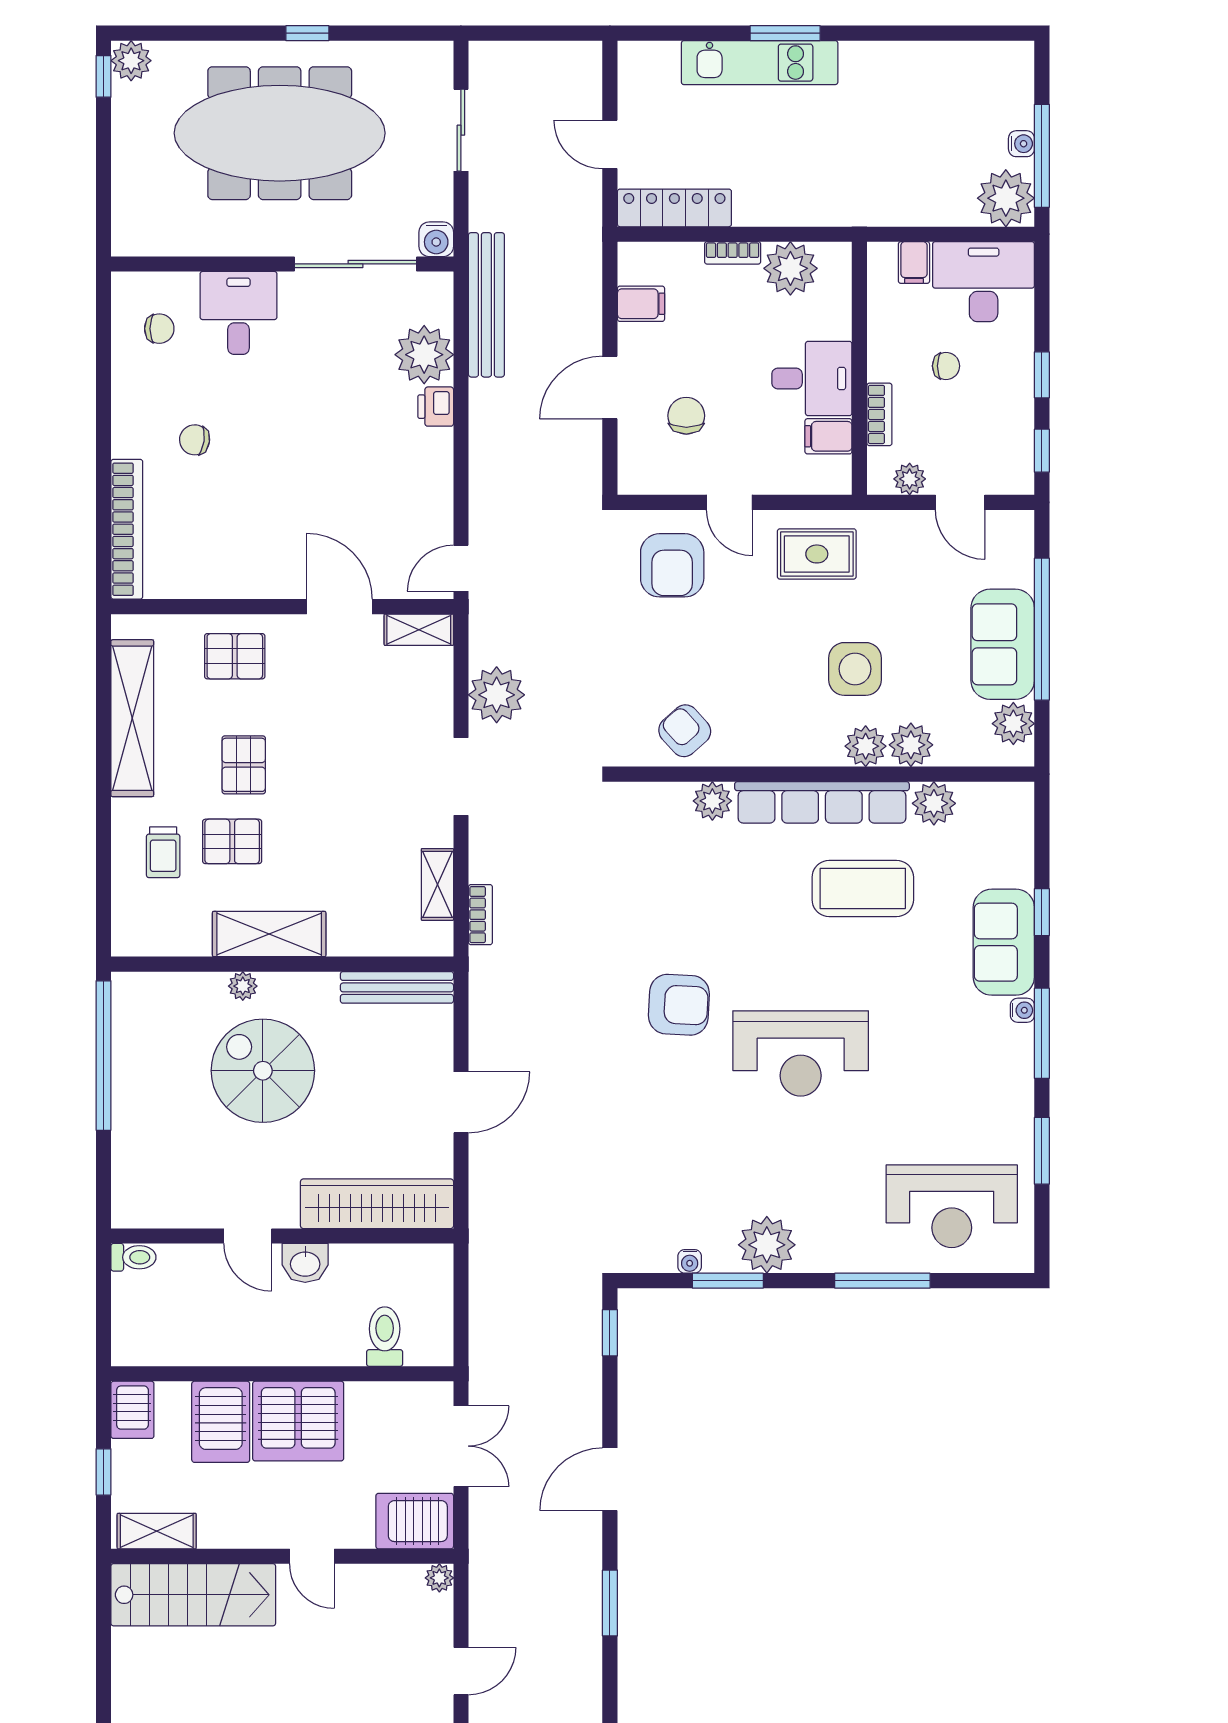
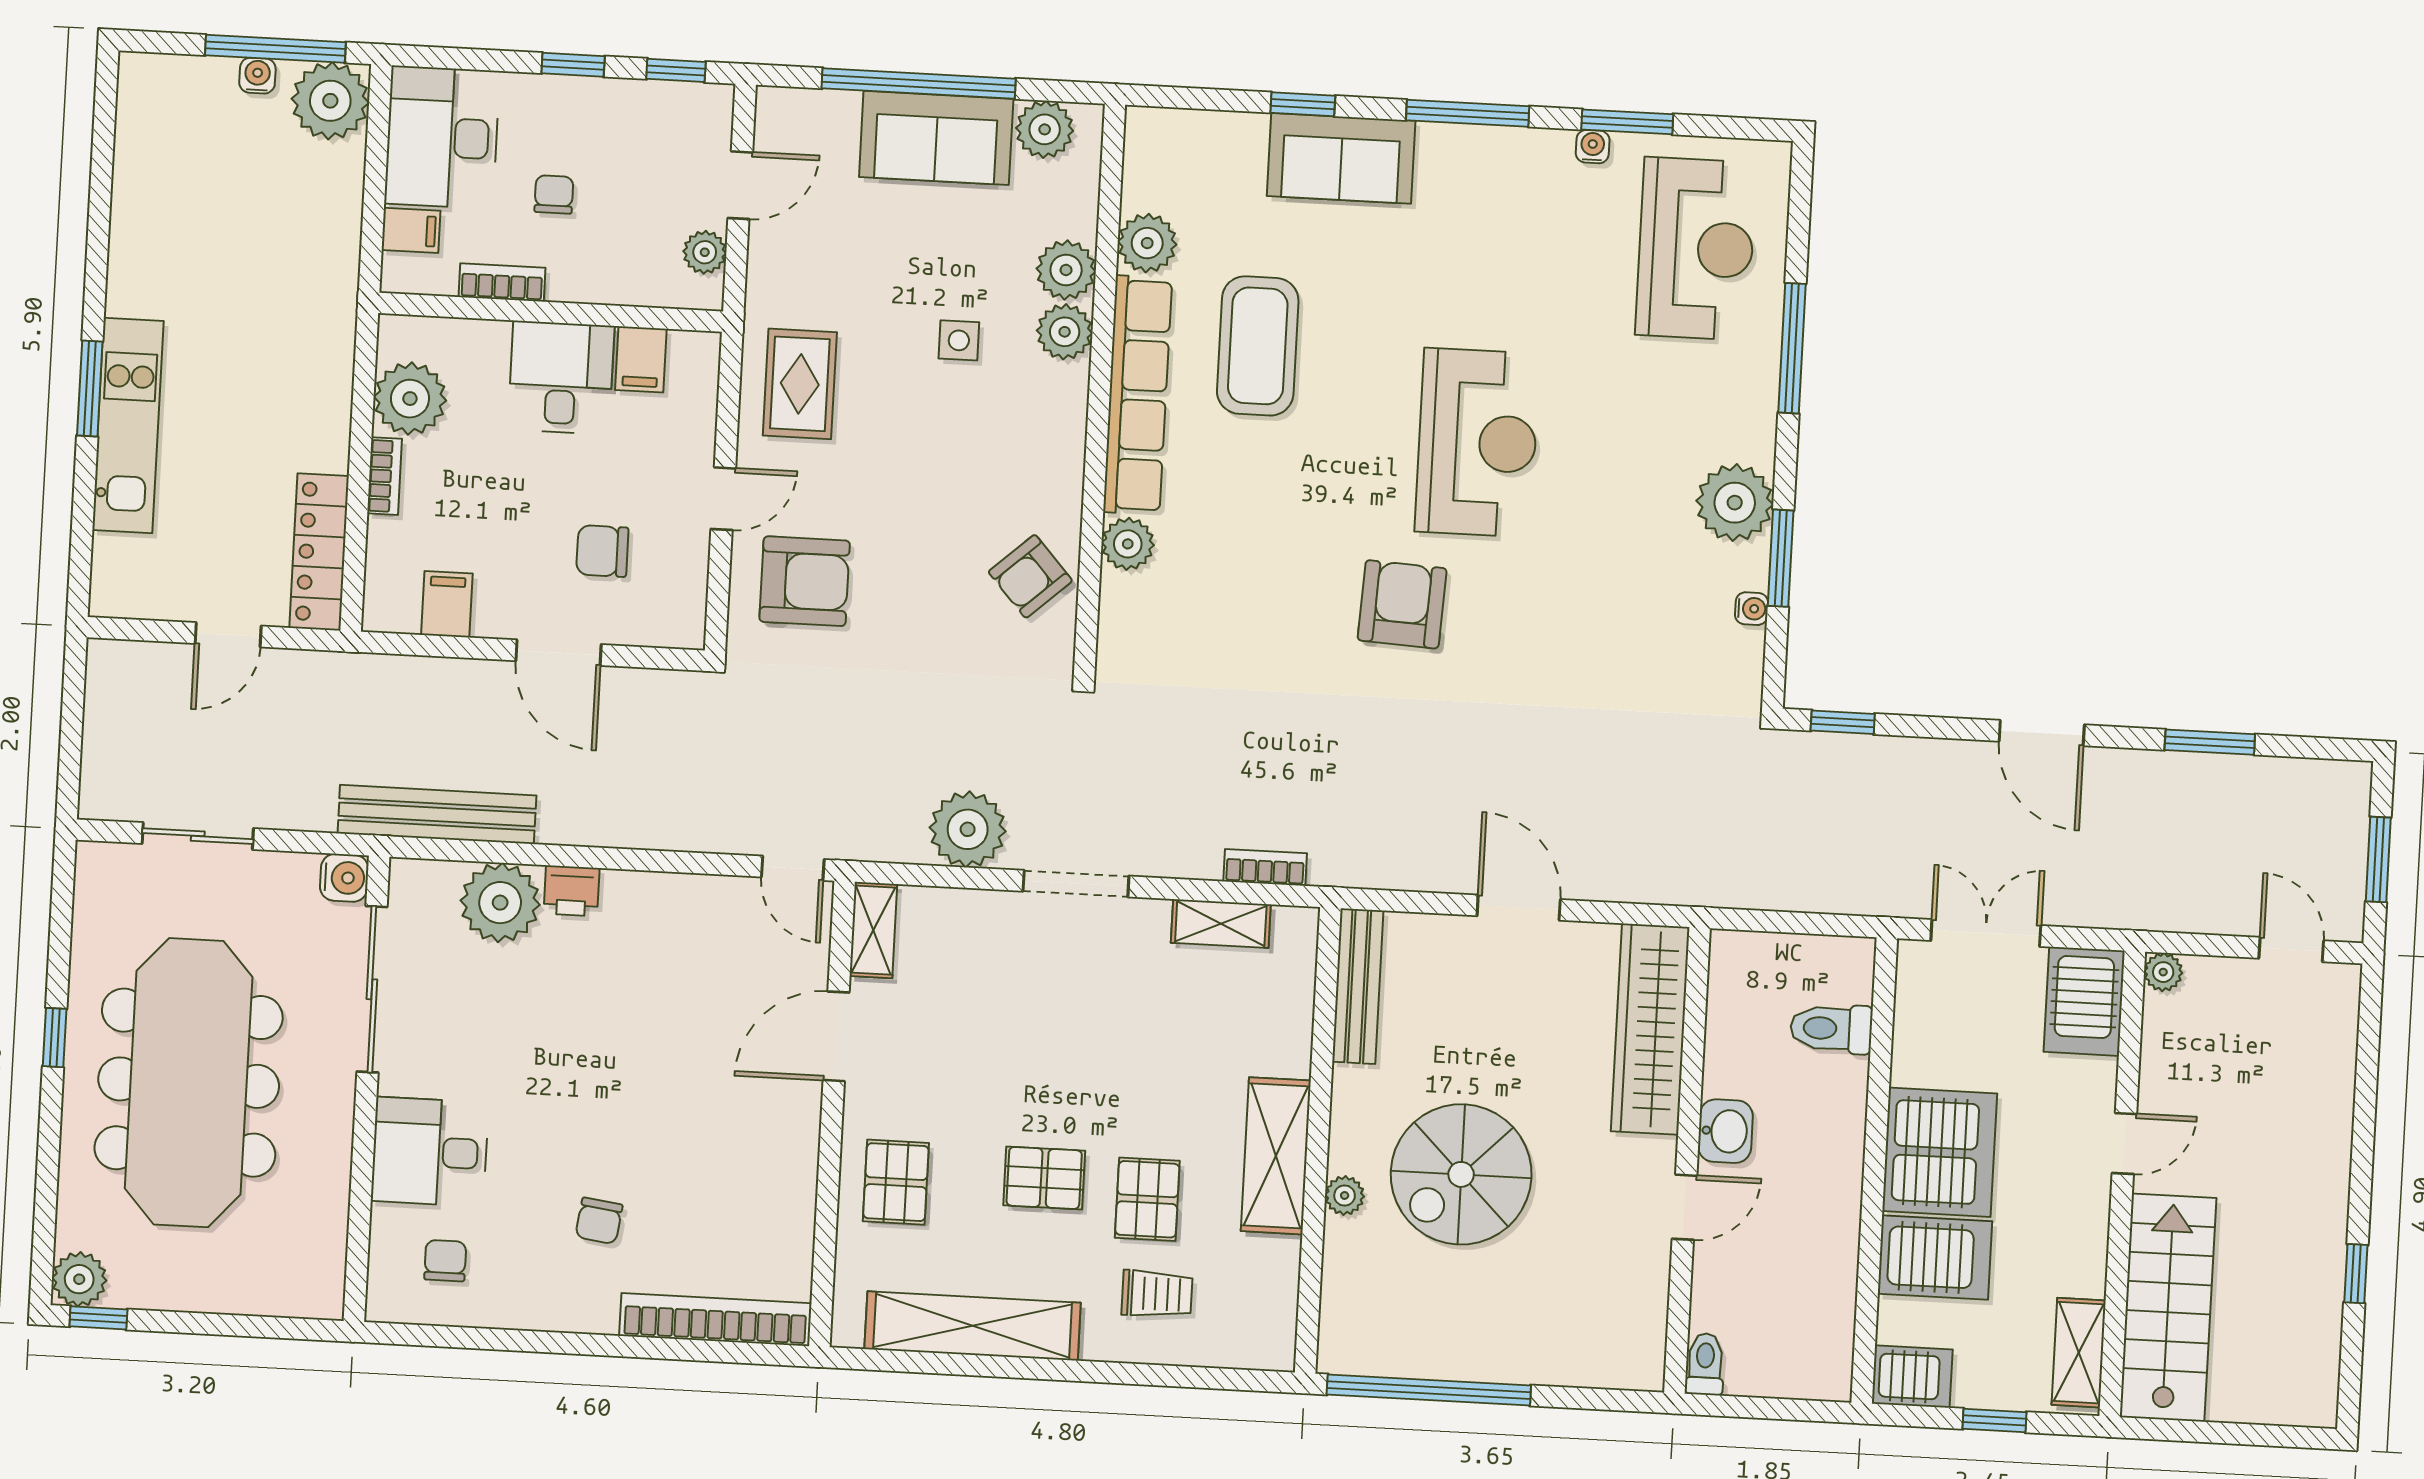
bookcase: (879, 414) -> (502, 282), moved
side table: (855, 669) -> (959, 340), width x0.54, depth x0.54
water cooler: (1022, 1010) -> (1593, 147), moved

